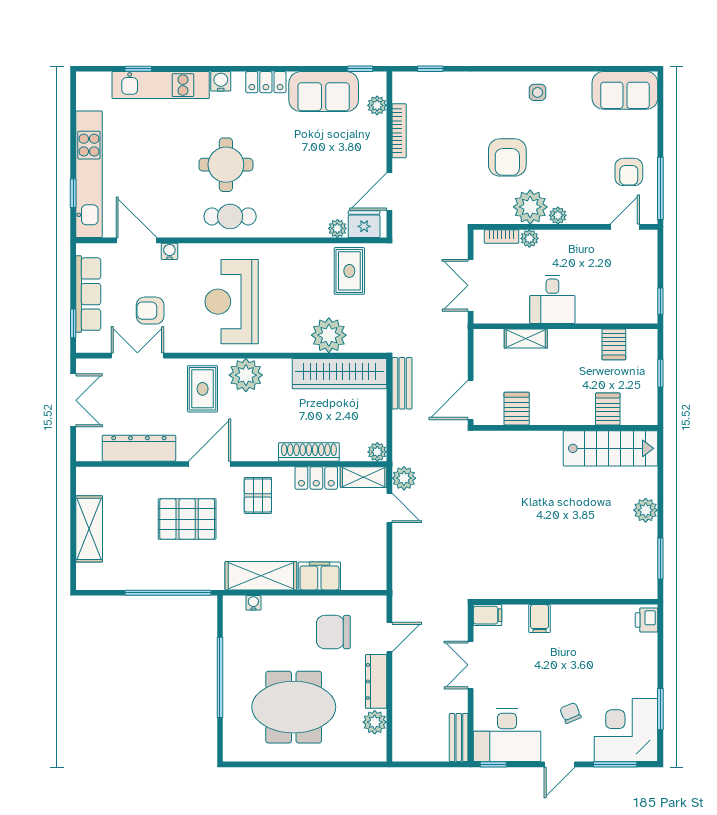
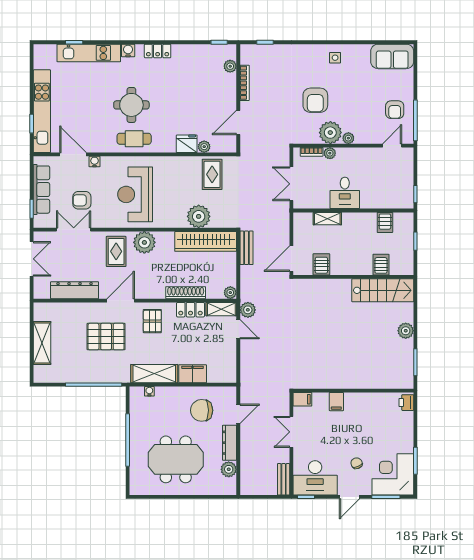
sofa: (324, 92) -> (195, 57), removed
fridge: (364, 224) -> (187, 144), moved

